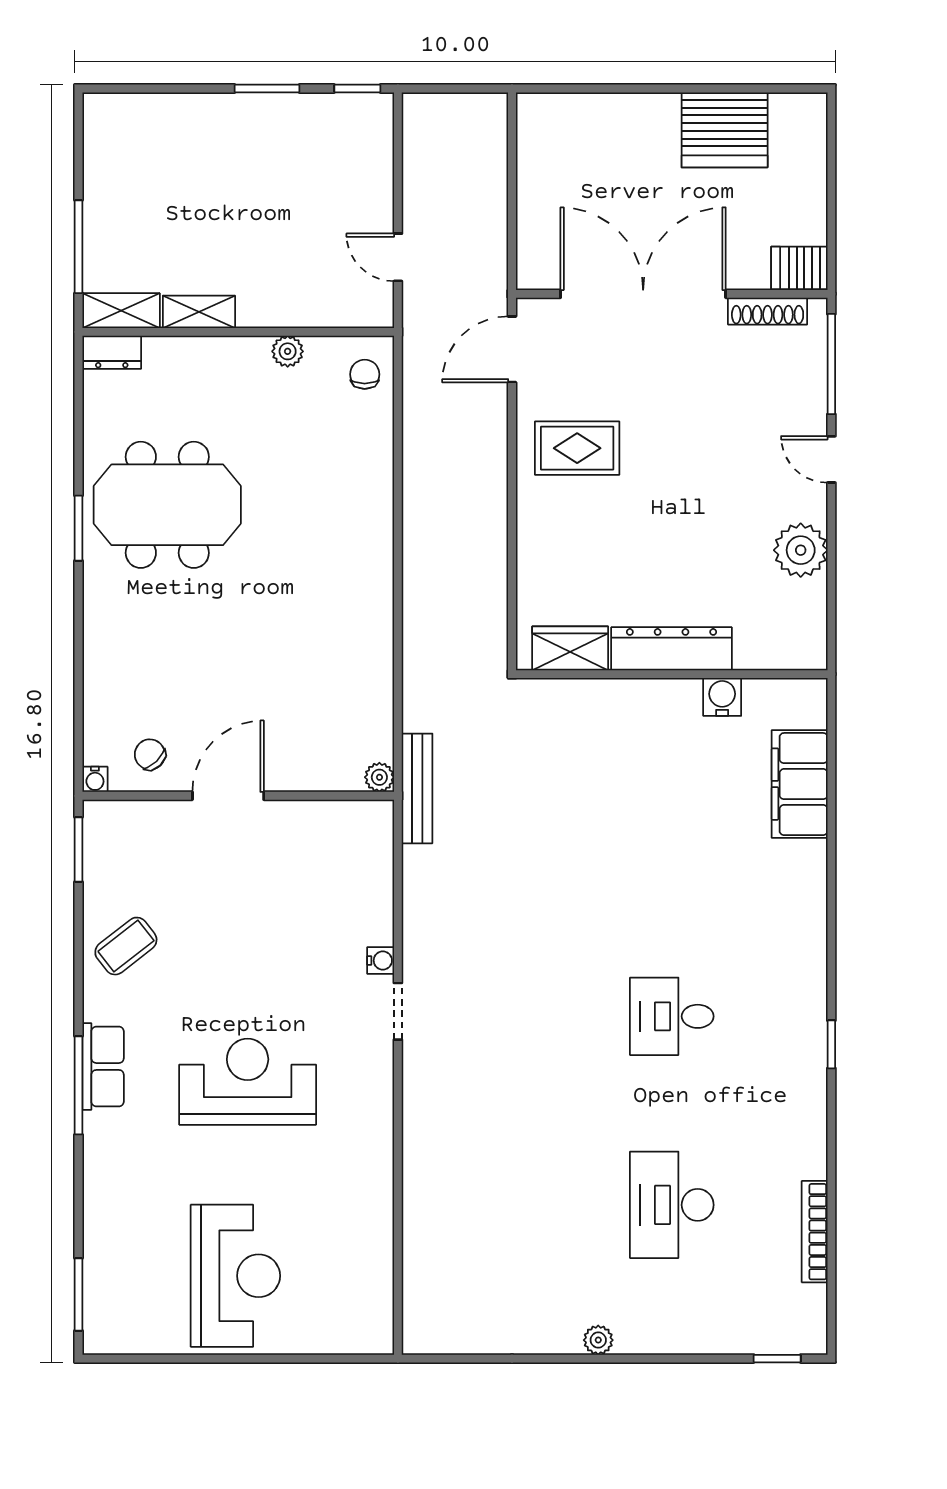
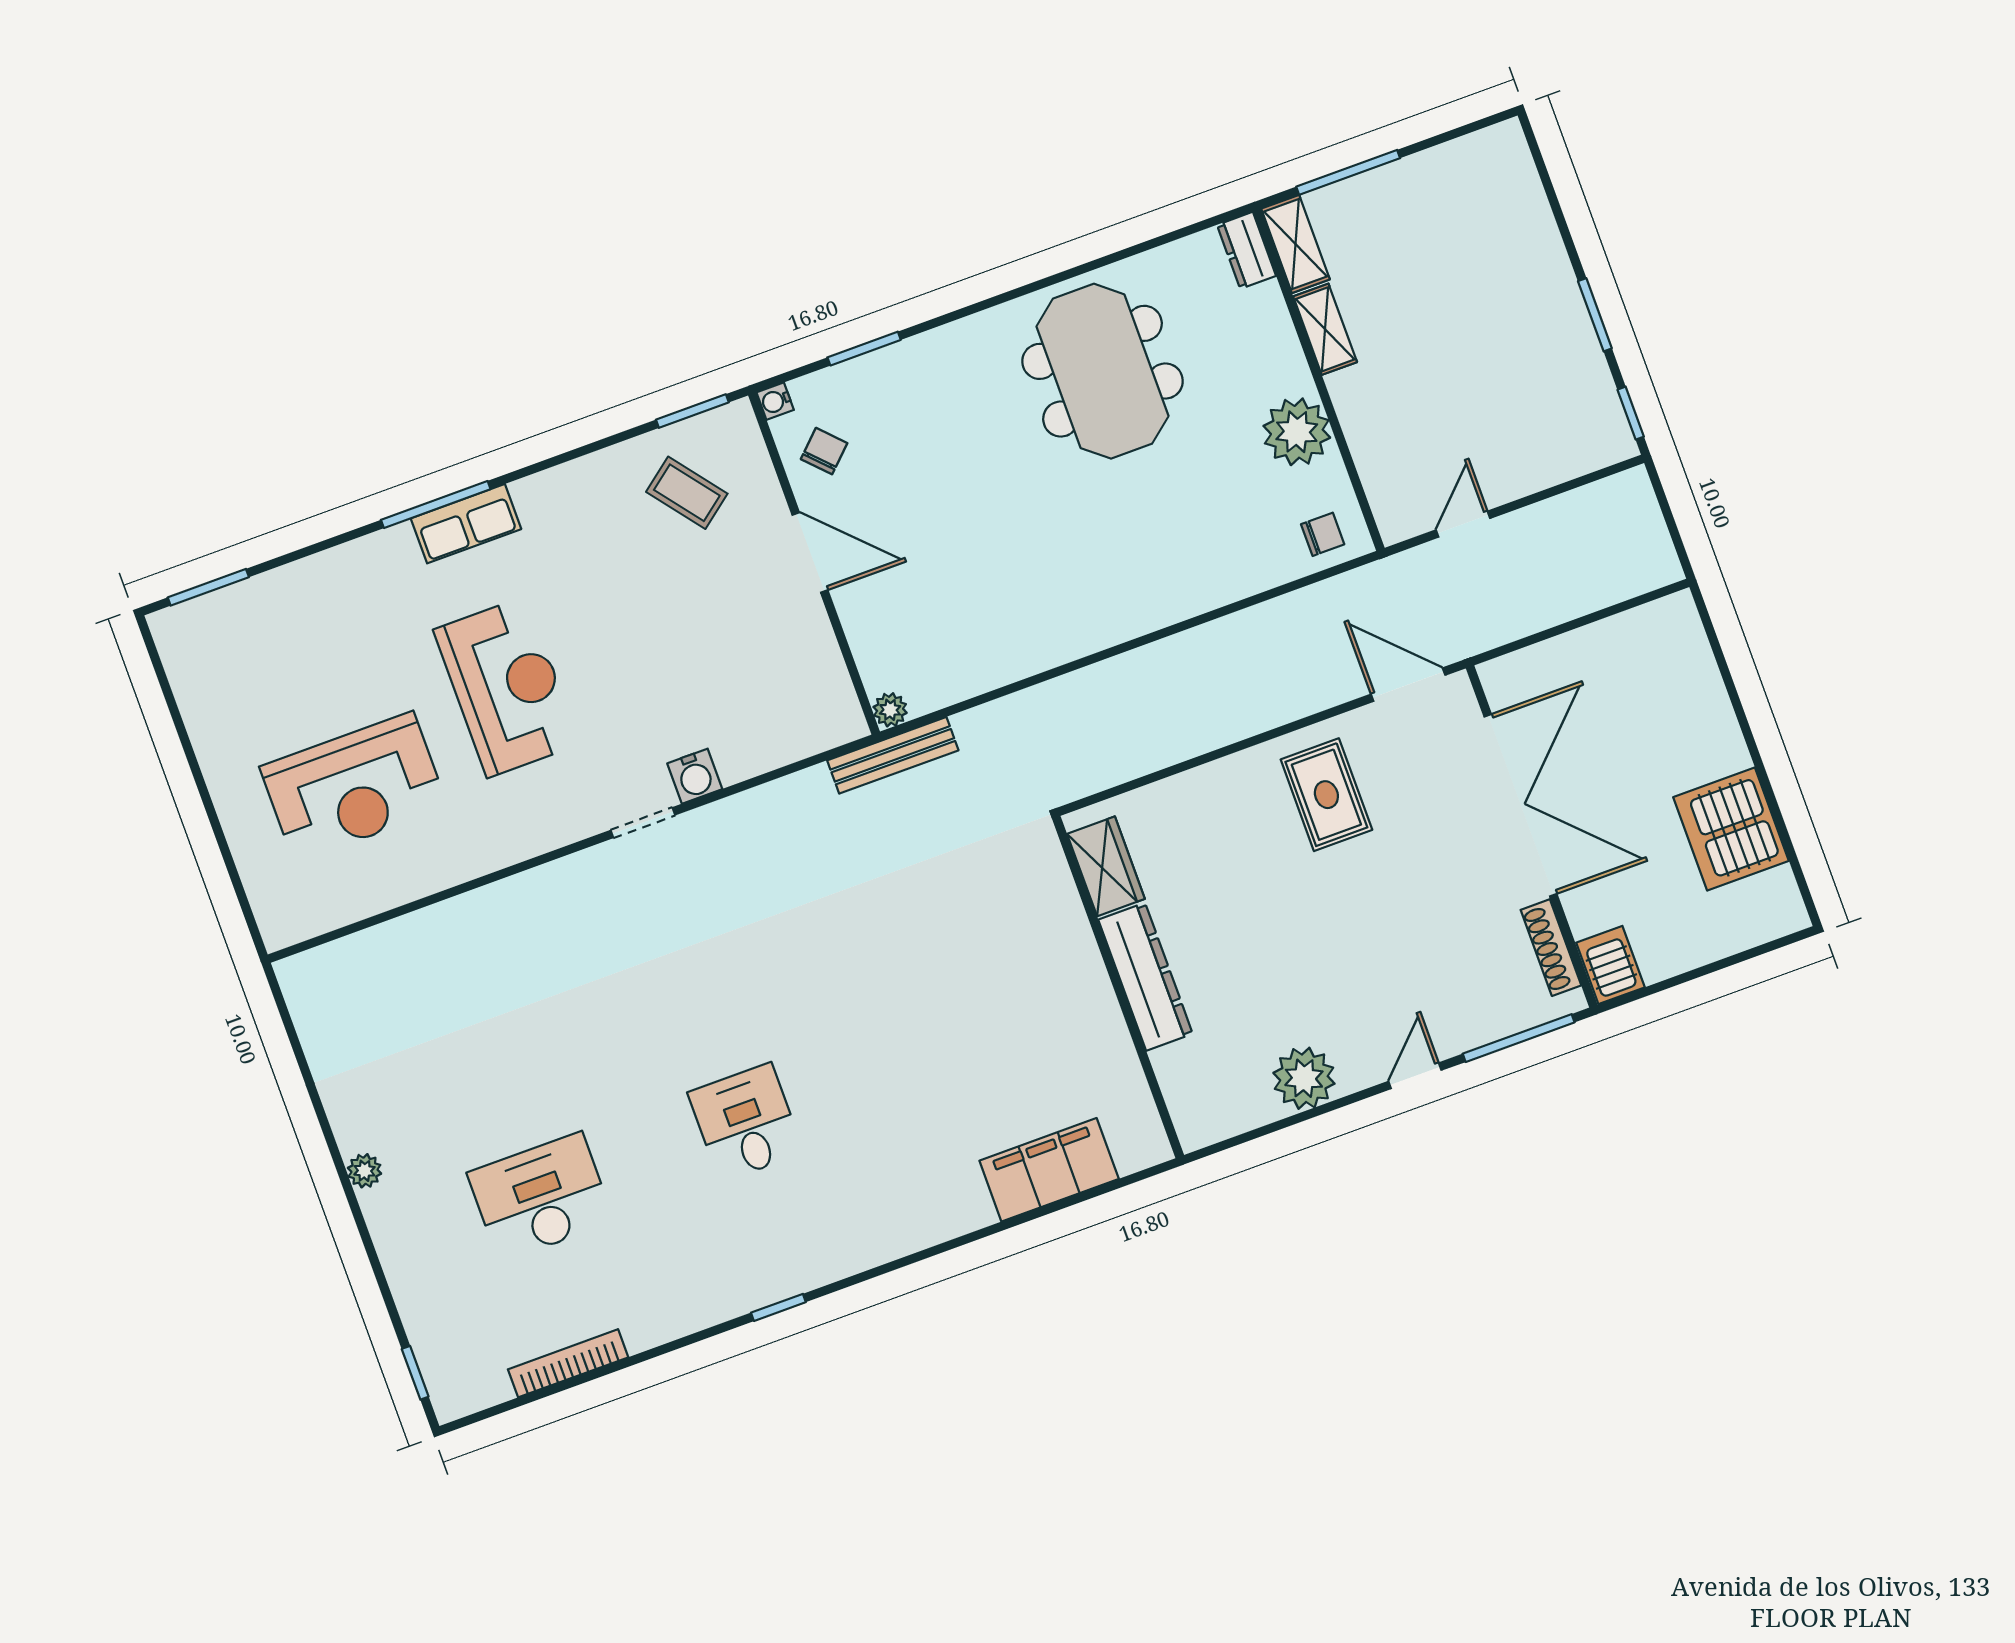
plant: (288, 351) -> (1297, 432), width x1.88, depth x1.88
window: (78, 528) -> (864, 349), moved
water cooler: (722, 697) -> (1113, 1051), removed
coffee table: (126, 946) -> (687, 493), moved
water cooler: (381, 961) -> (695, 776), width x1.38, depth x1.38
reception desk: (235, 1276) -> (354, 787), moved

